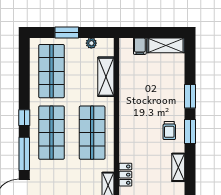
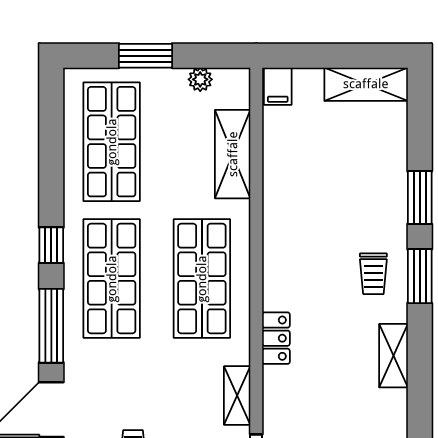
filing cabinet: (140, 46) -> (278, 86), moved
locker: (125, 175) -> (276, 338), moved

